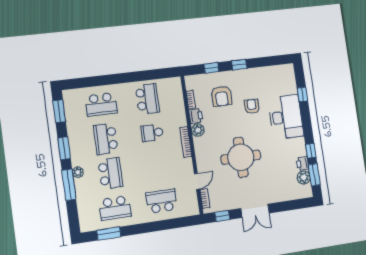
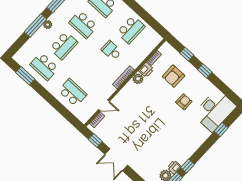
desk: (286, 117) -> (215, 110), moved
school desk: (106, 139) -> (83, 24), turned -90
round table: (241, 157) -> (144, 122), removed

